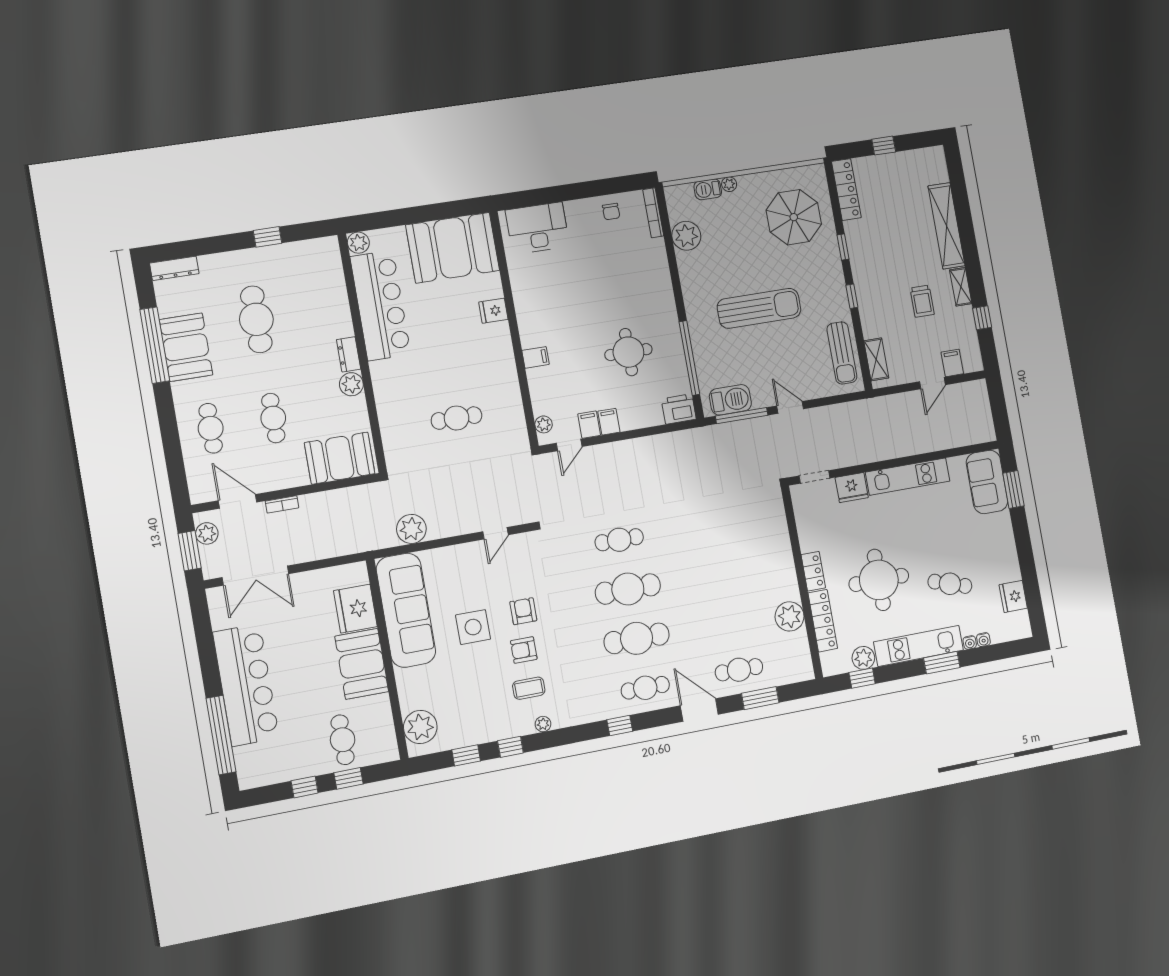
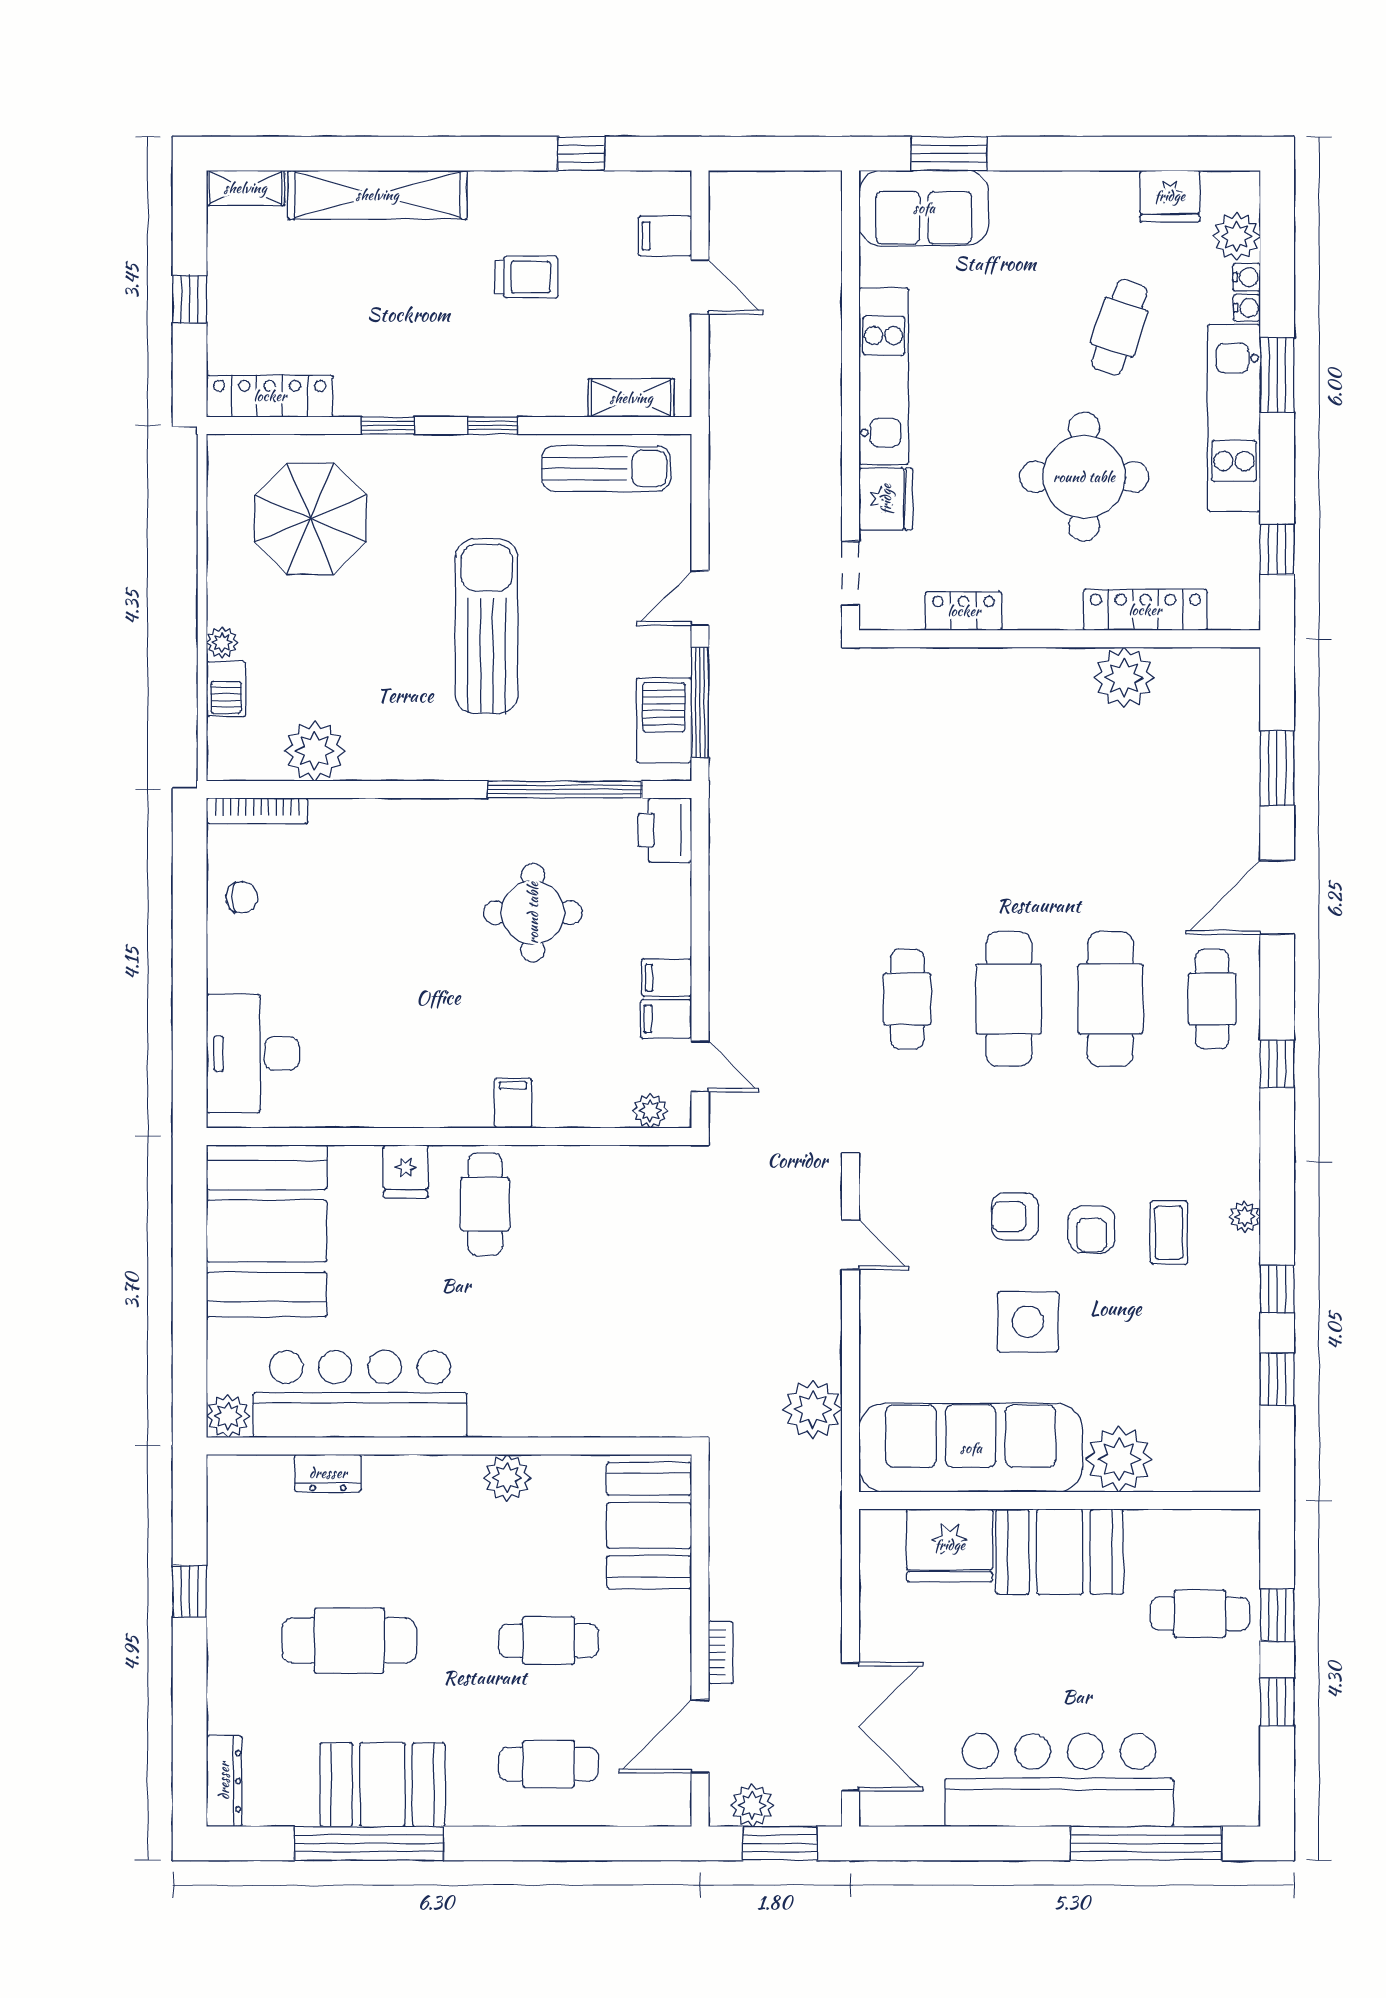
shelving: (961, 287) -> (245, 188), moved
dresser: (349, 354) -> (328, 1473), moved
cafe table: (457, 418) -> (485, 1204), moved
locker: (813, 571) -> (964, 611), moved
plant: (863, 658) -> (1237, 236), moved
cafe table: (739, 670) -> (1212, 802), removed
plant: (420, 727) -> (1119, 1459), moved

